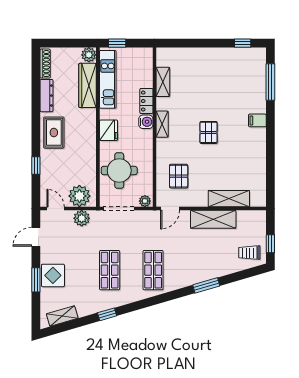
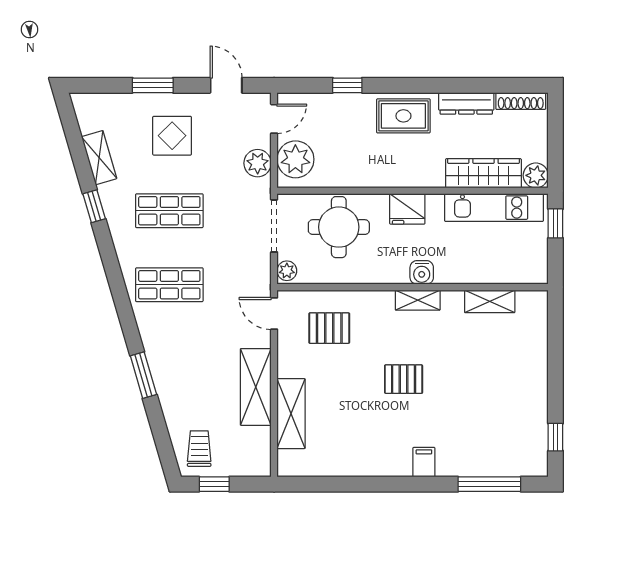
locker: (146, 101) -> (457, 273), removed
display table: (53, 275) -> (172, 136), moved
shelving: (62, 316) -> (99, 158), moved

